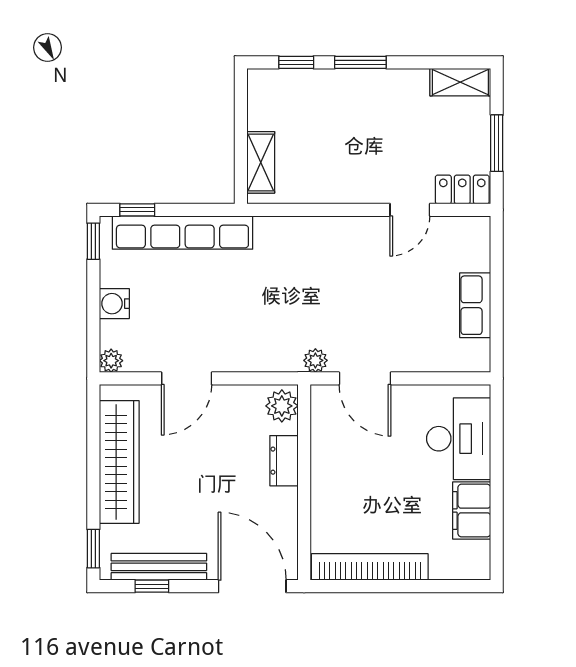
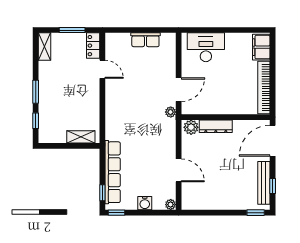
dresser: (284, 461) -> (216, 126), width x1.44
wardrobe: (119, 462) -> (216, 201), removed
filing cabinet: (472, 511) -> (261, 47), moved, turned 90

